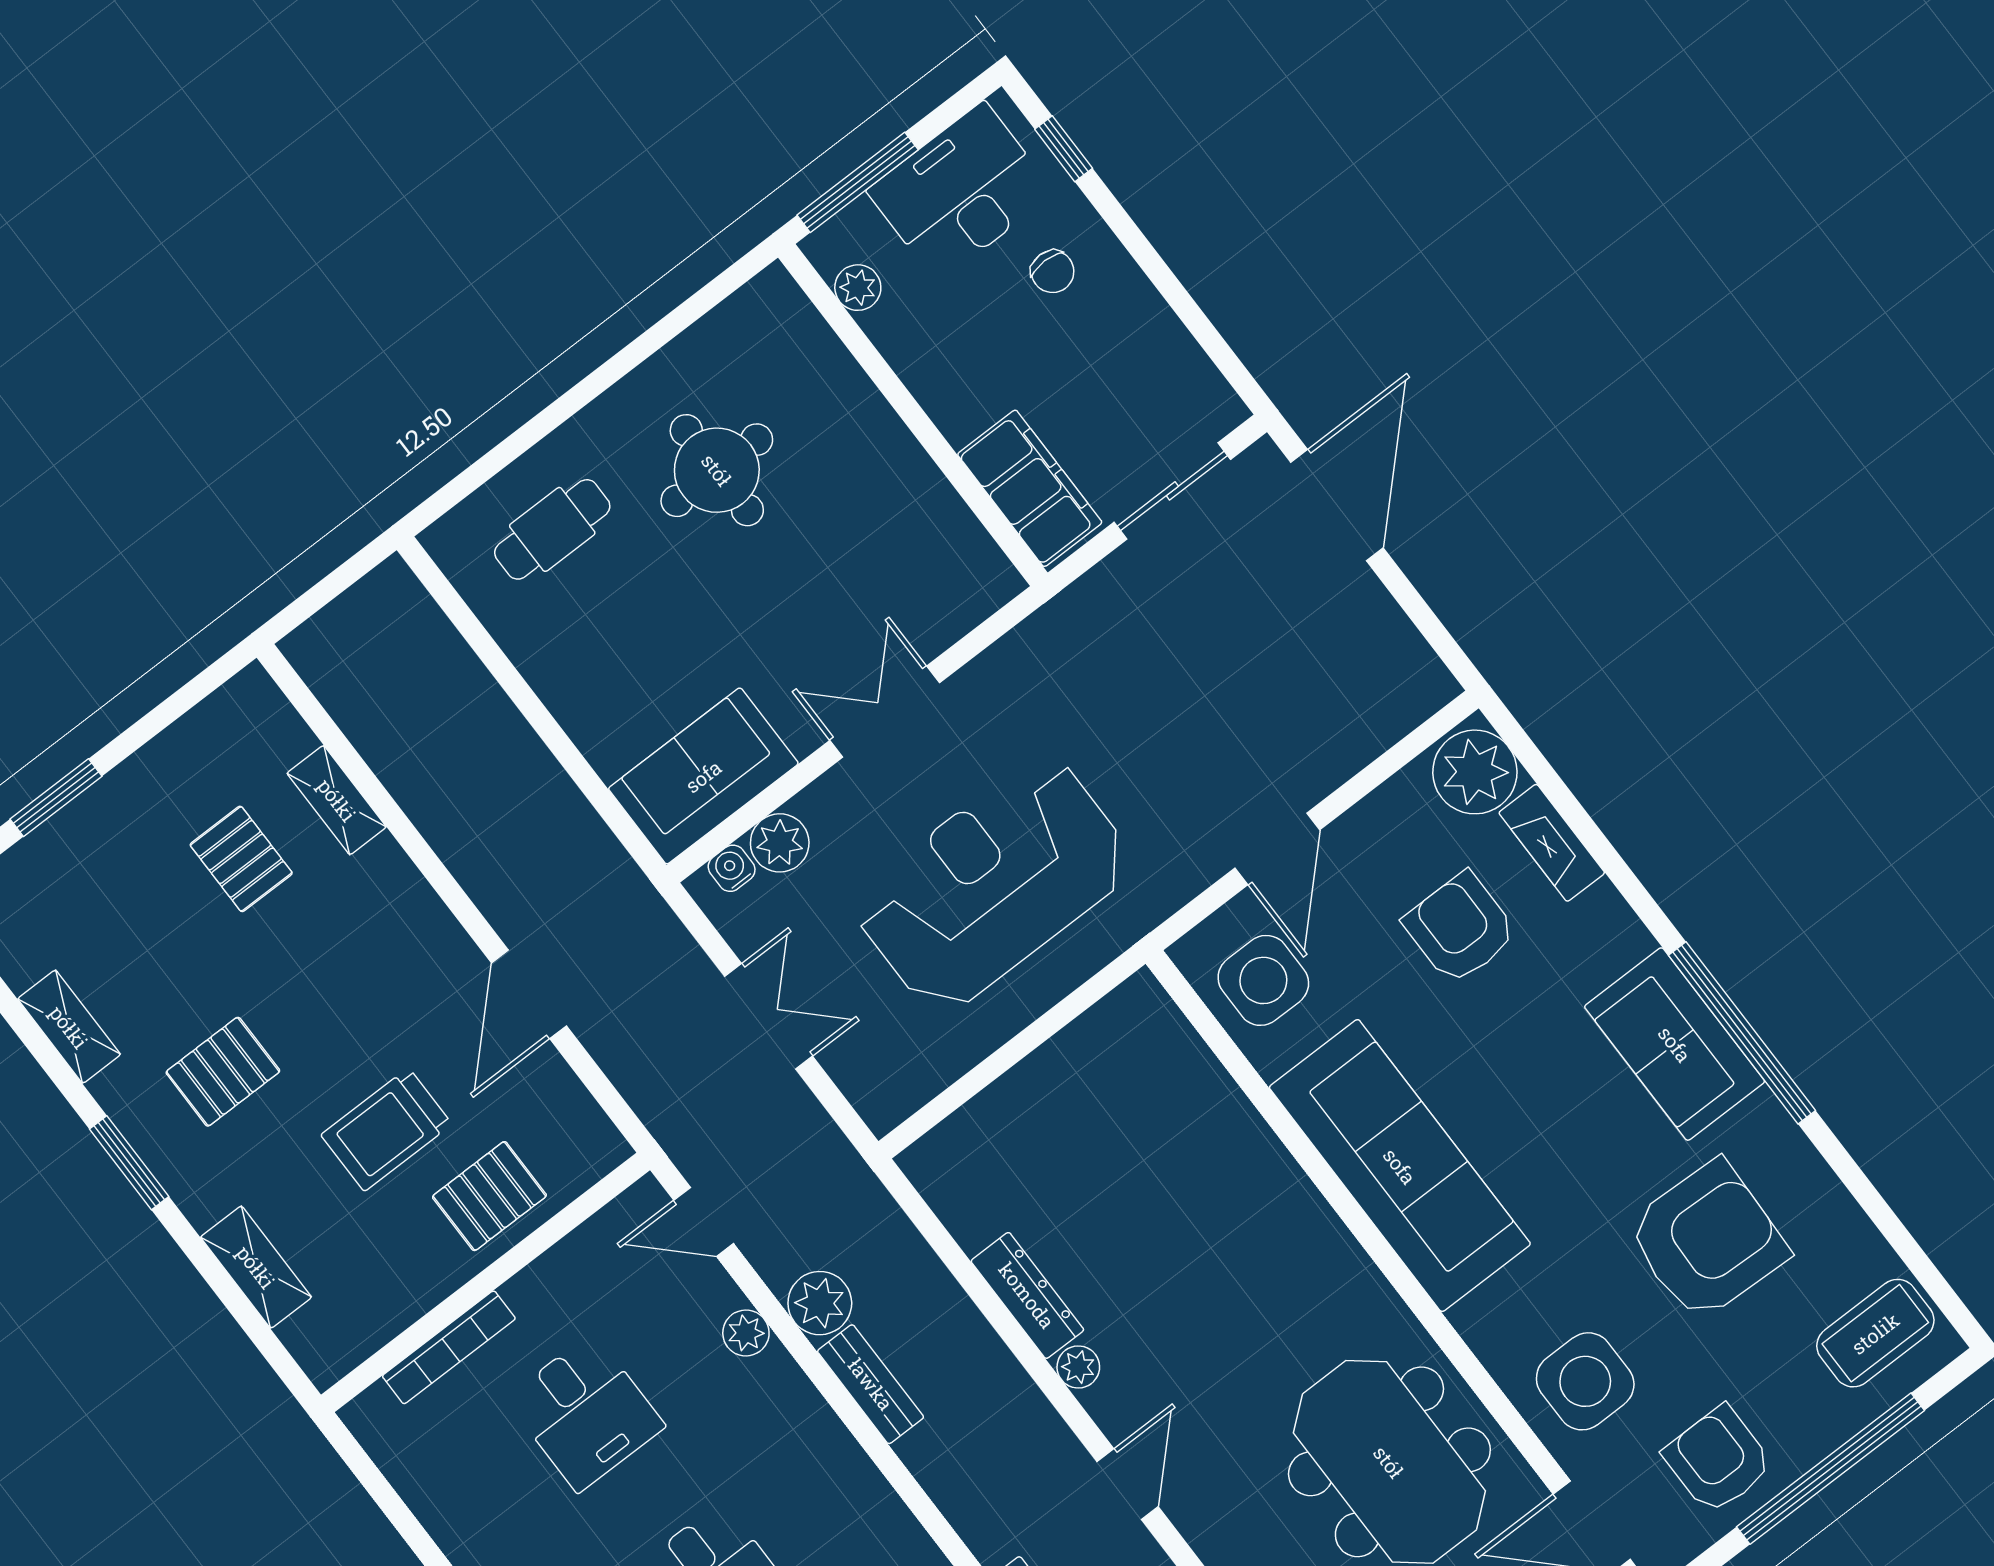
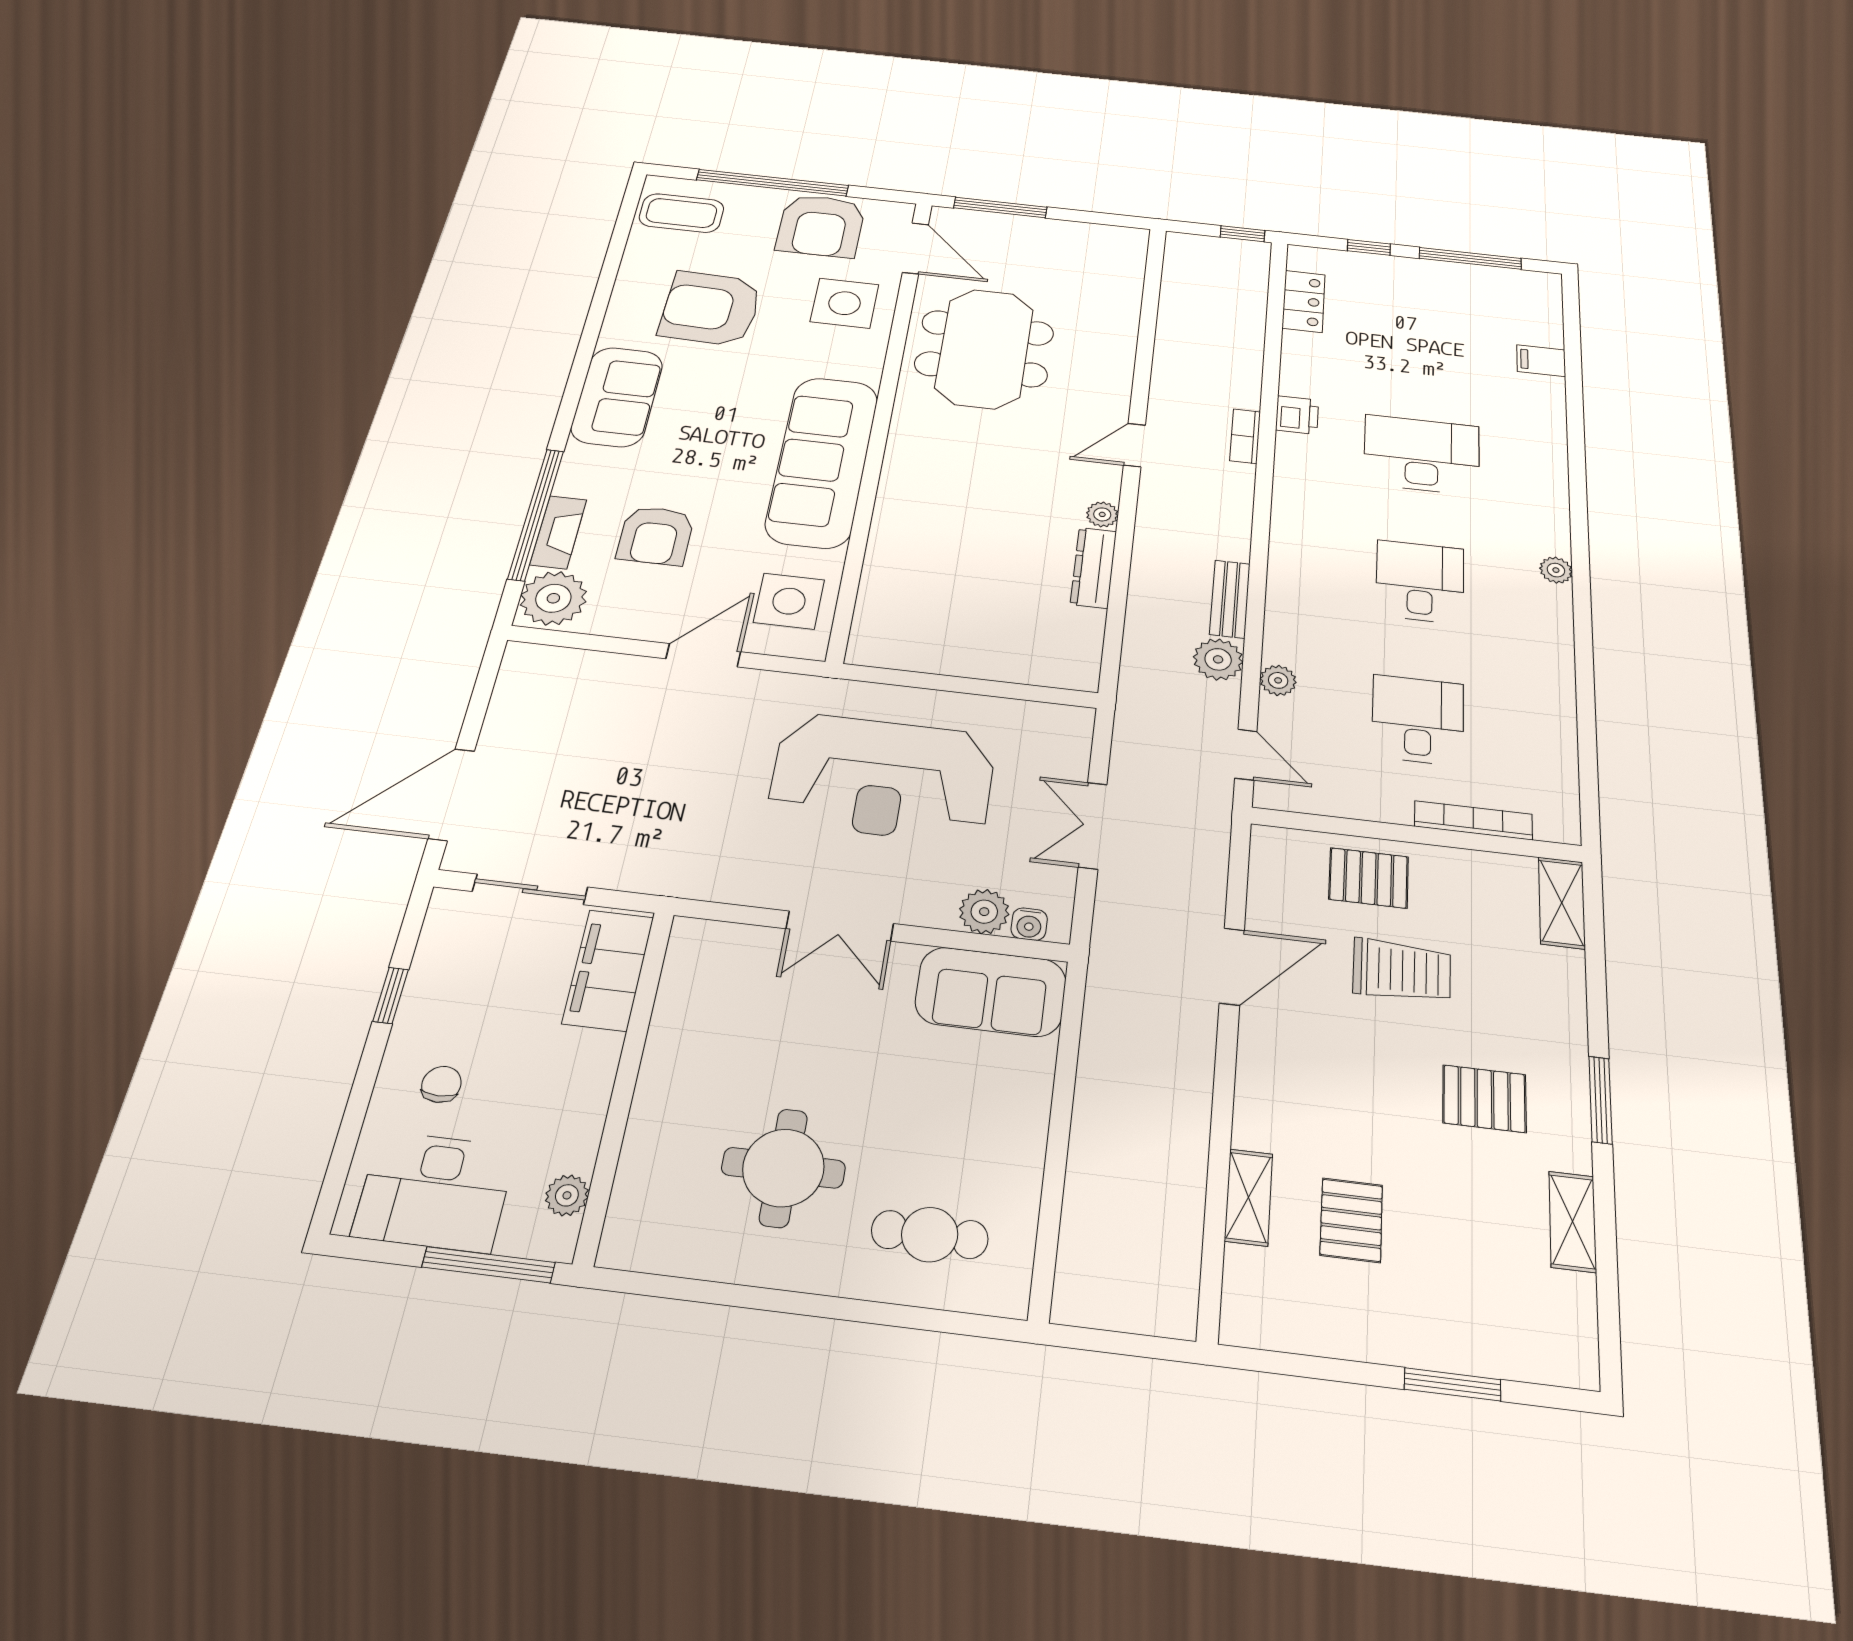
window: (1064, 149) -> (391, 995), moved
window: (1742, 1033) -> (536, 514), moved
shelving: (256, 1267) -> (1562, 903), moved
armchair: (1718, 1460) -> (821, 226), width x1.36, depth x1.36

